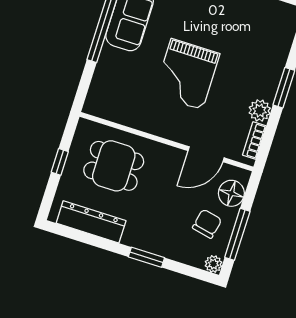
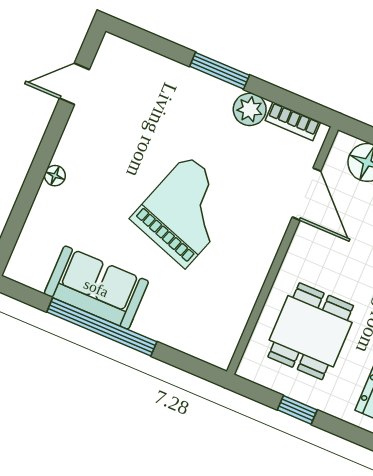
grand piano: (187, 74) -> (186, 211), turned -71

